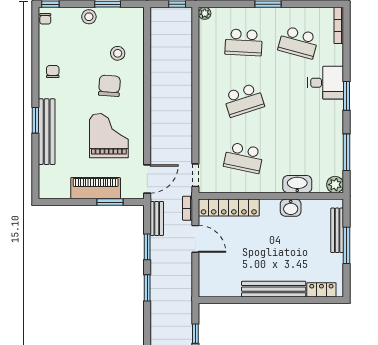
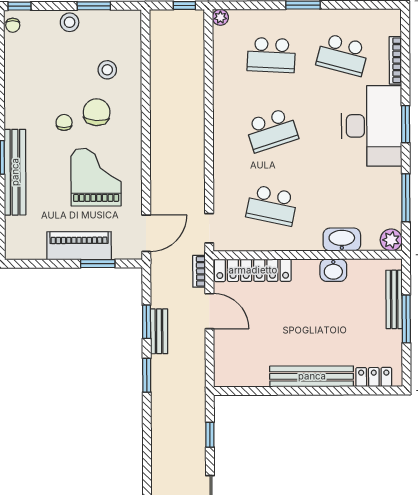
bookcase: (339, 25) -> (395, 60), moved
chair: (53, 72) -> (64, 122), moved
desk: (326, 83) -> (372, 126), width x1.87, depth x1.30
bench: (157, 218) -> (159, 331), moved

